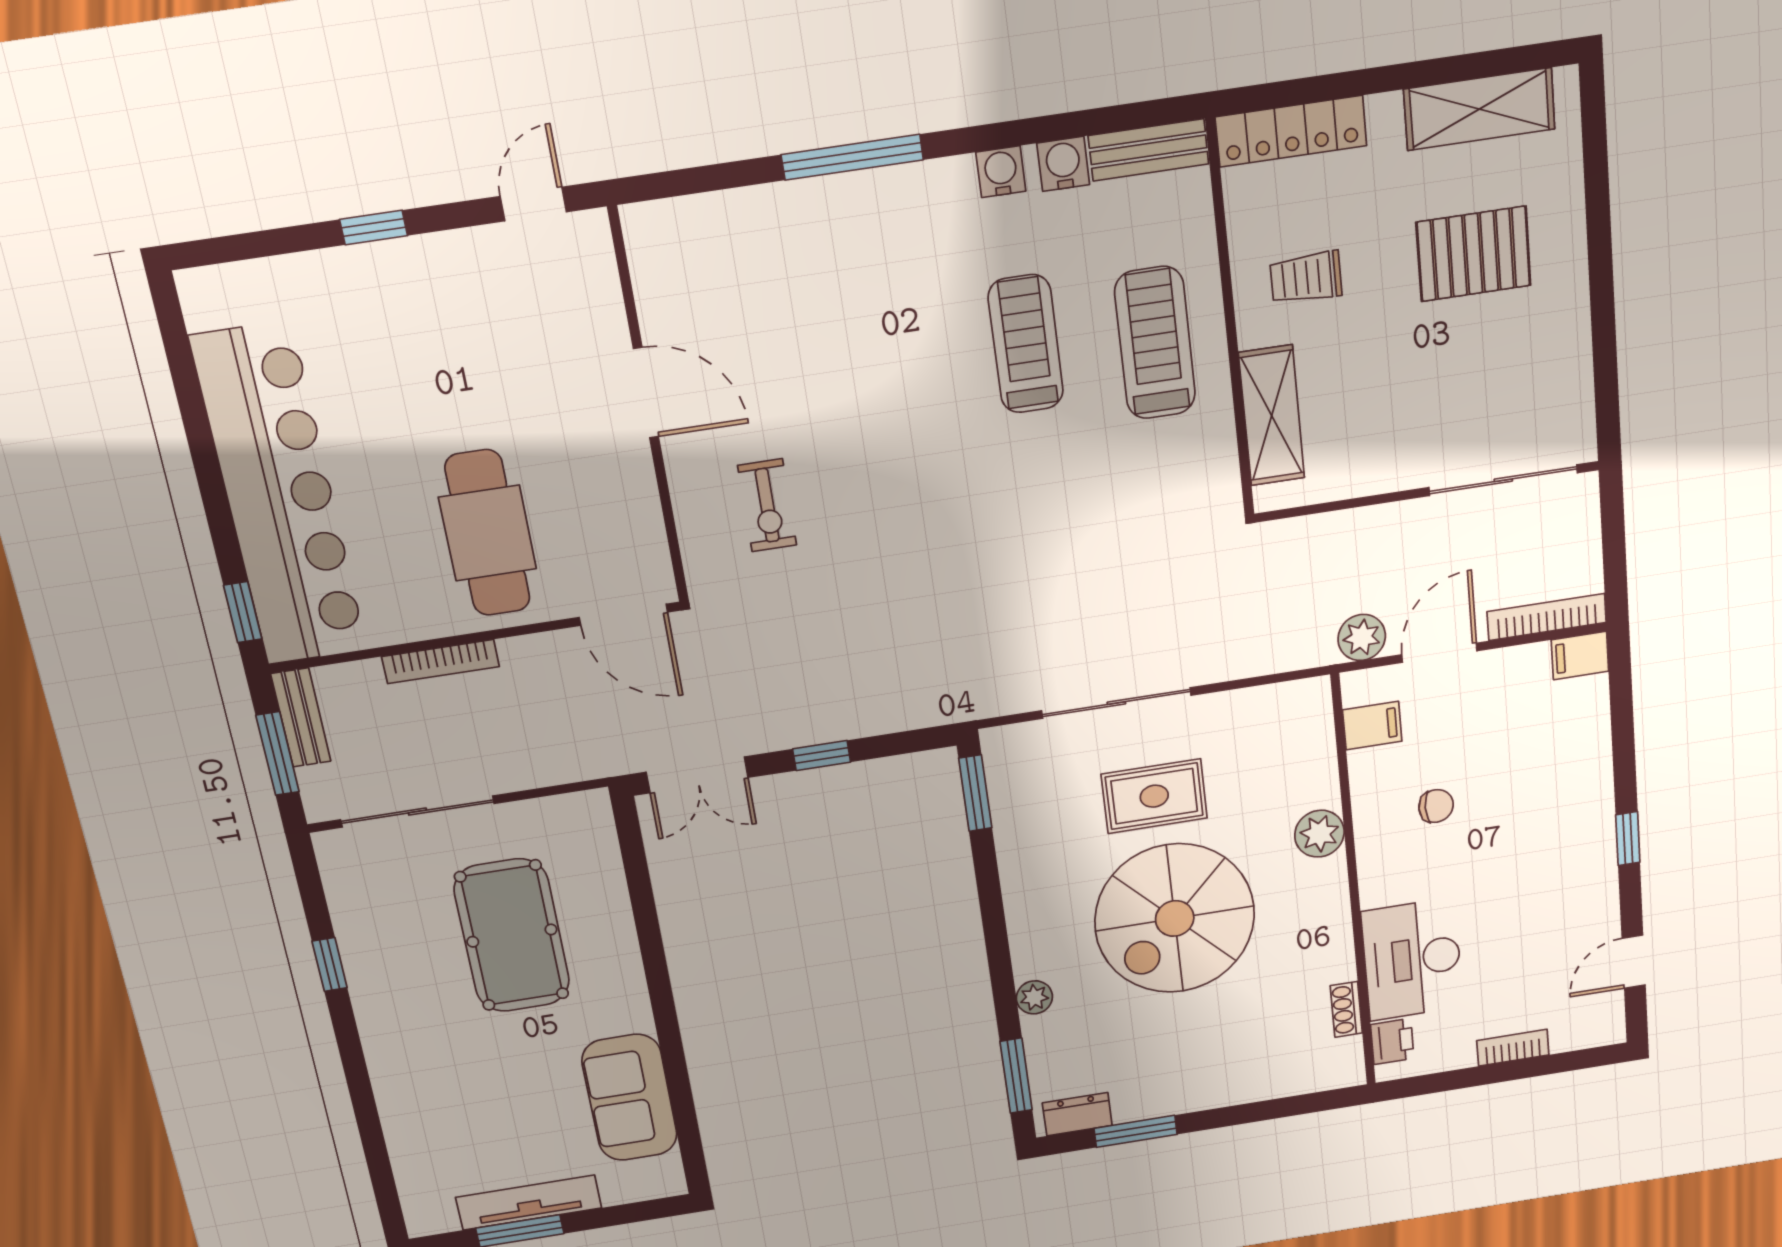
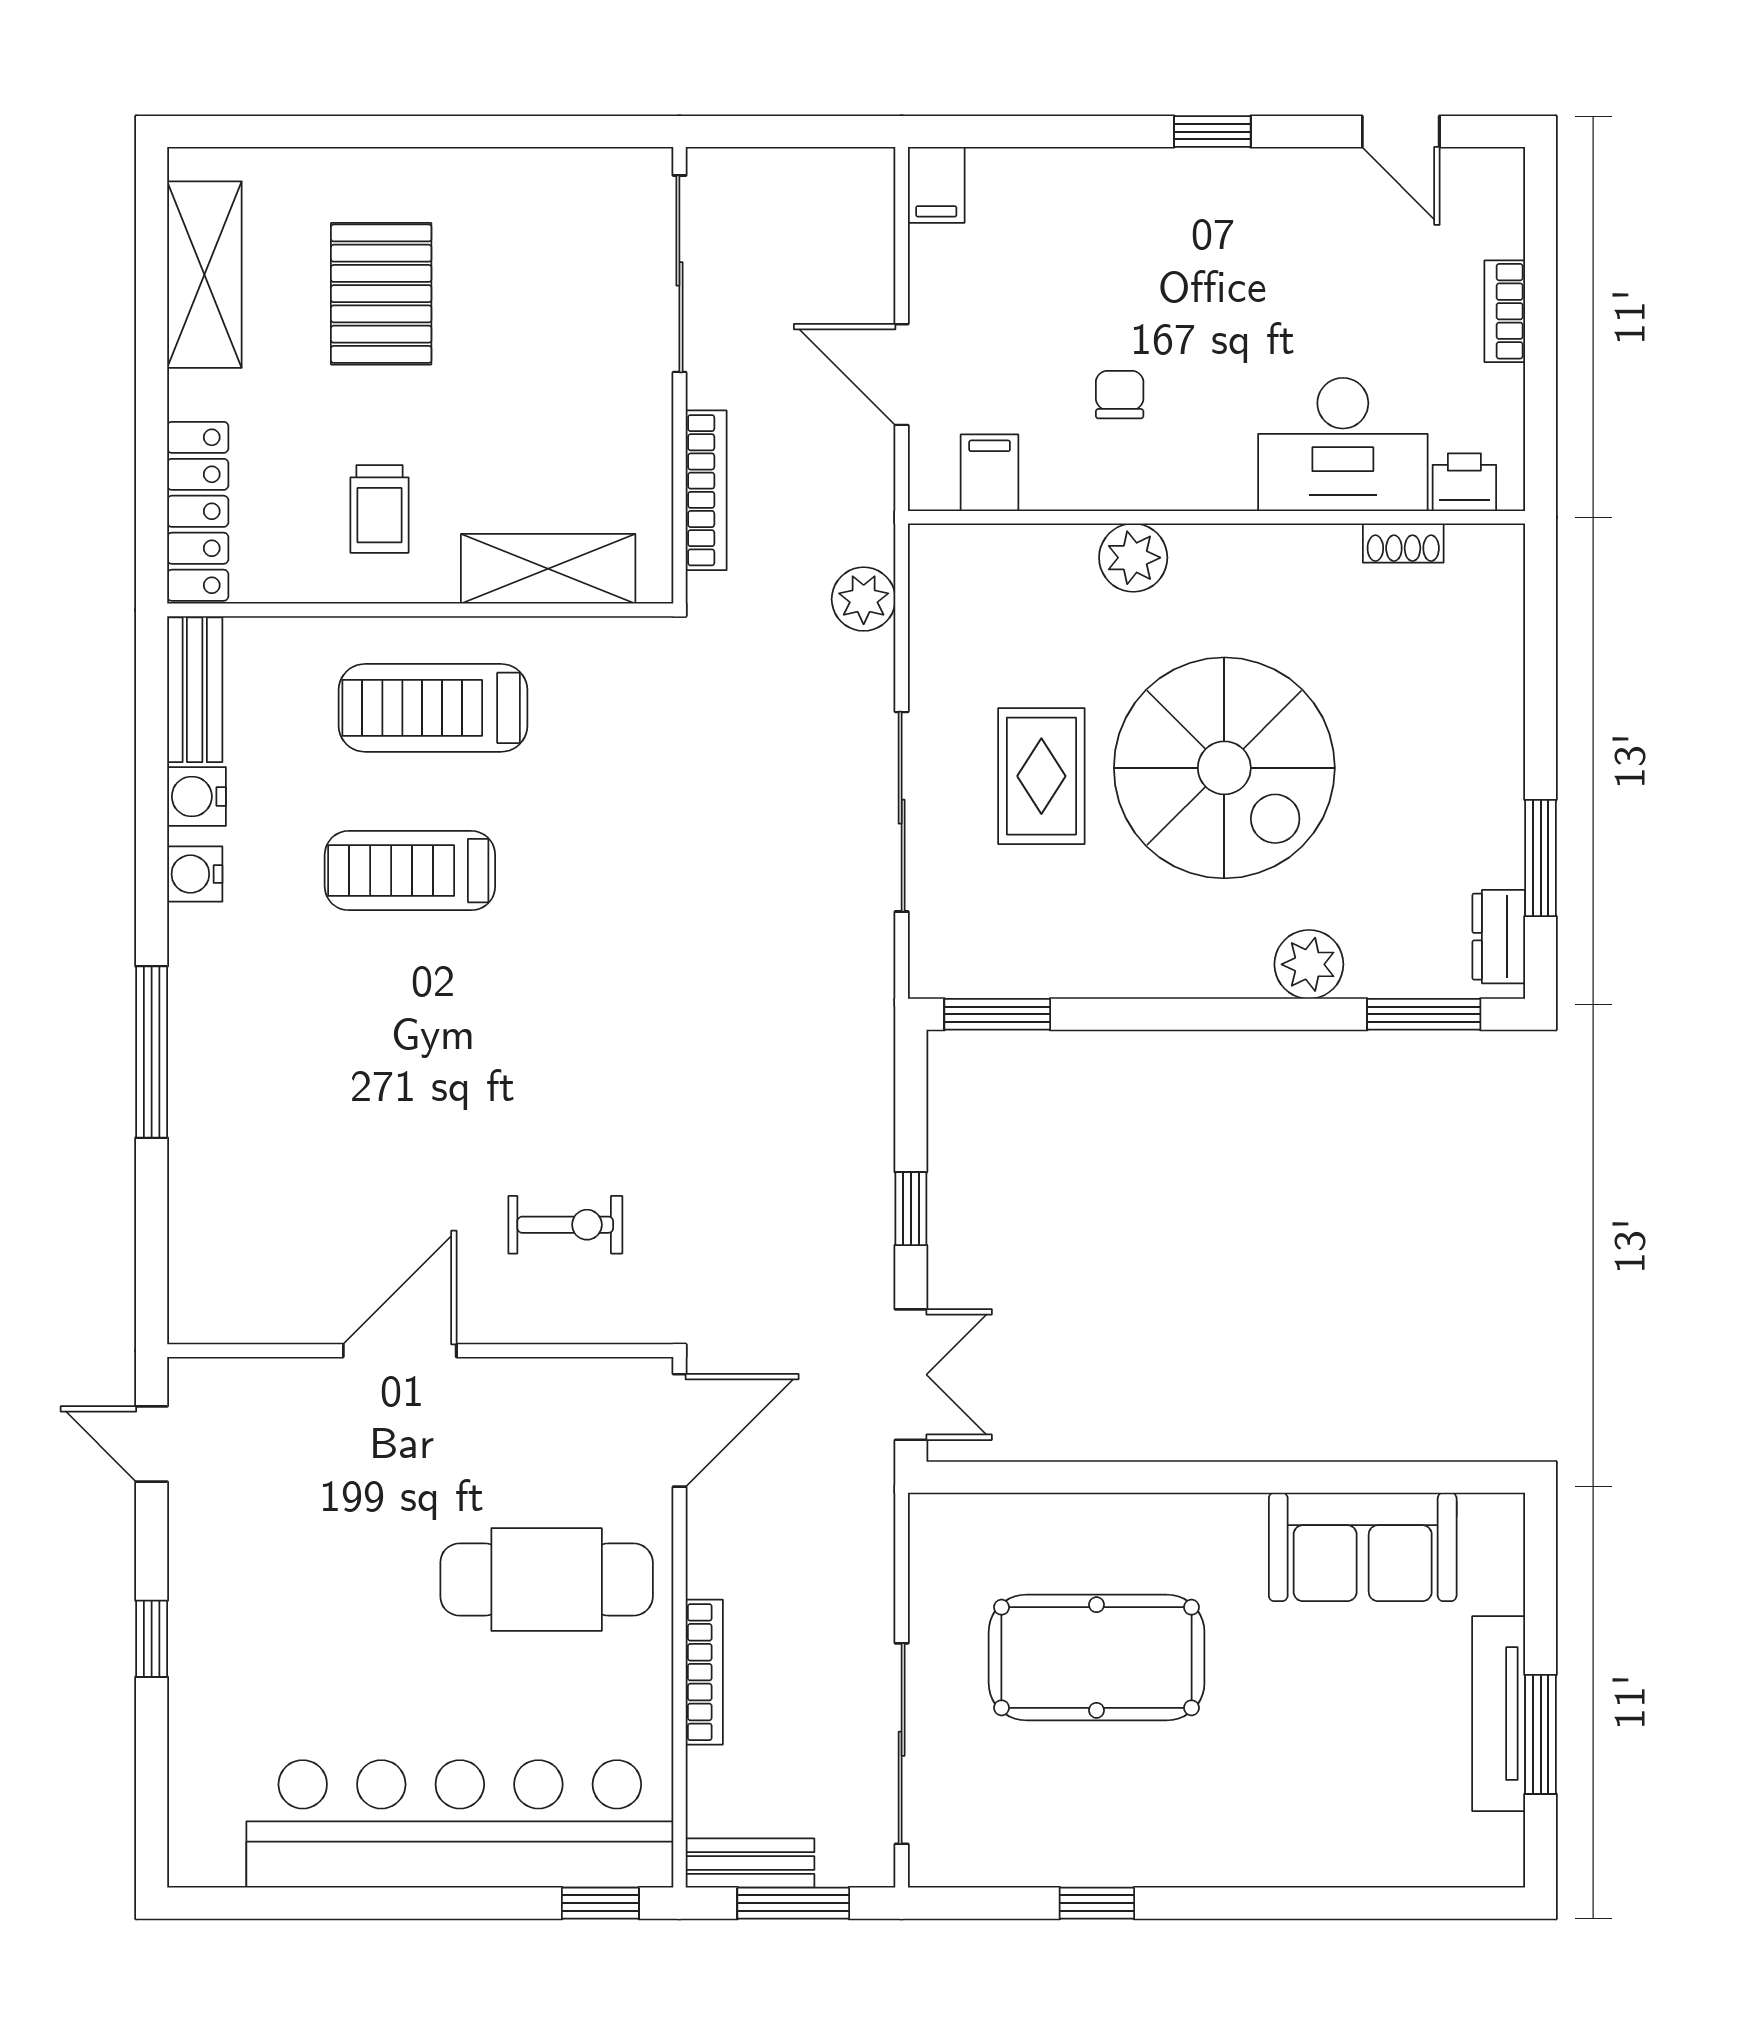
bookcase: (1547, 617) -> (706, 490), moved, turned 180
plant: (1362, 637) -> (864, 599), moved
plant: (1034, 997) -> (1309, 964), width x1.38, depth x1.38

